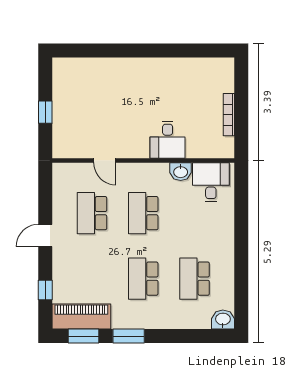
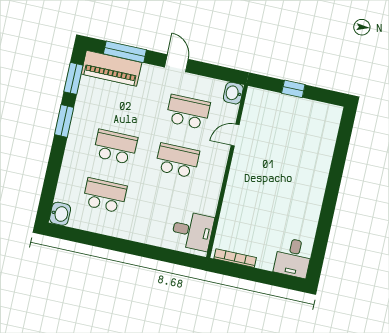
bookcase: (229, 115) -> (235, 258), moved
desk: (168, 140) -> (293, 258), moved, turned -90
washbasin: (181, 172) -> (233, 93), moved
window: (45, 290) -> (125, 52), width x2.17
piano: (81, 316) -> (111, 68), moved, turned 90

